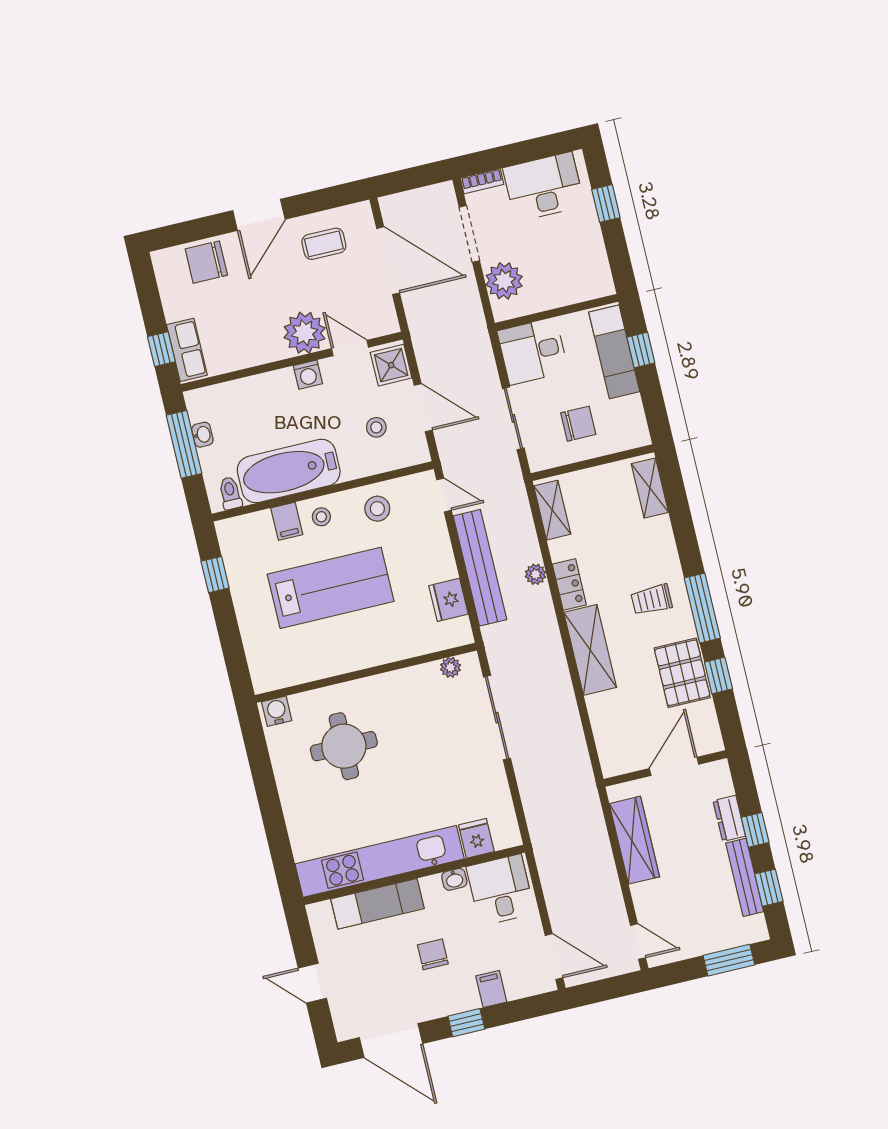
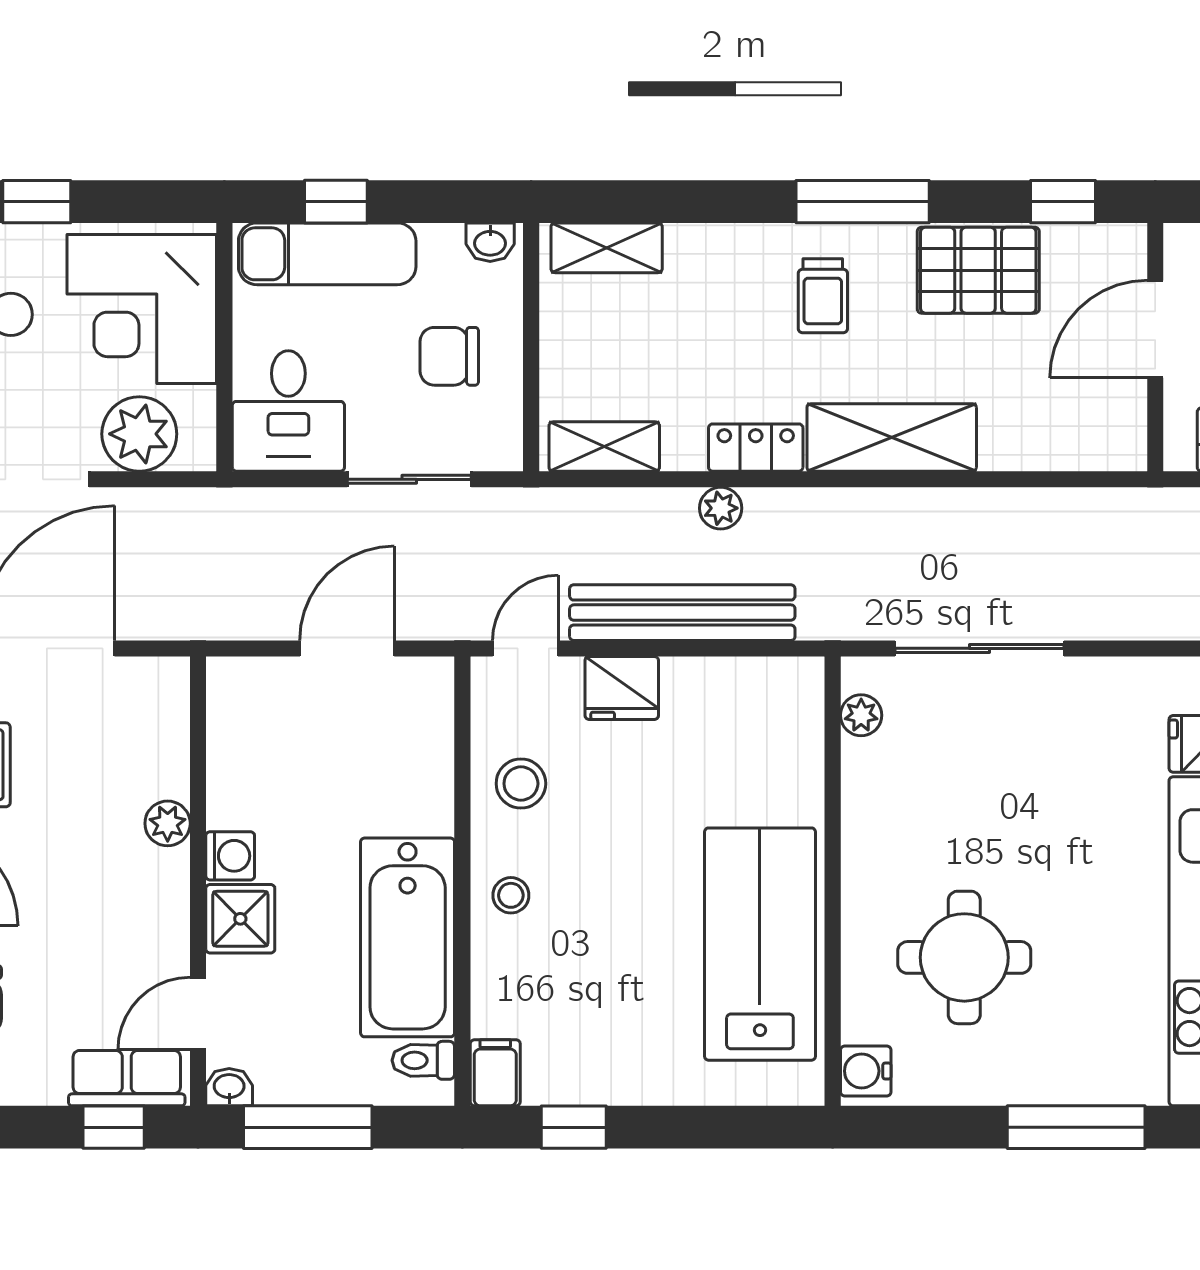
corner desk: (566, 267) -> (142, 309), added
plant: (305, 333) -> (168, 823), width x0.53, depth x0.53
door: (350, 348) -> (198, 1014), moved
shower: (391, 365) -> (240, 919), moved
chair: (578, 424) -> (449, 356), turned -90
stool: (376, 427) -> (363, 748), removed
washbasin: (639, 430) -> (490, 242), added
washbasin: (202, 435) -> (229, 1087), moved
filing cabinet: (287, 521) -> (495, 1073), moved, turned -90
lab bench: (331, 588) -> (760, 944), moved
fridge: (448, 600) -> (622, 688), moved
window: (718, 676) -> (1063, 202), moved
door: (674, 766) -> (1155, 329), hinge flipped
window: (274, 821) -> (1076, 1127), added

